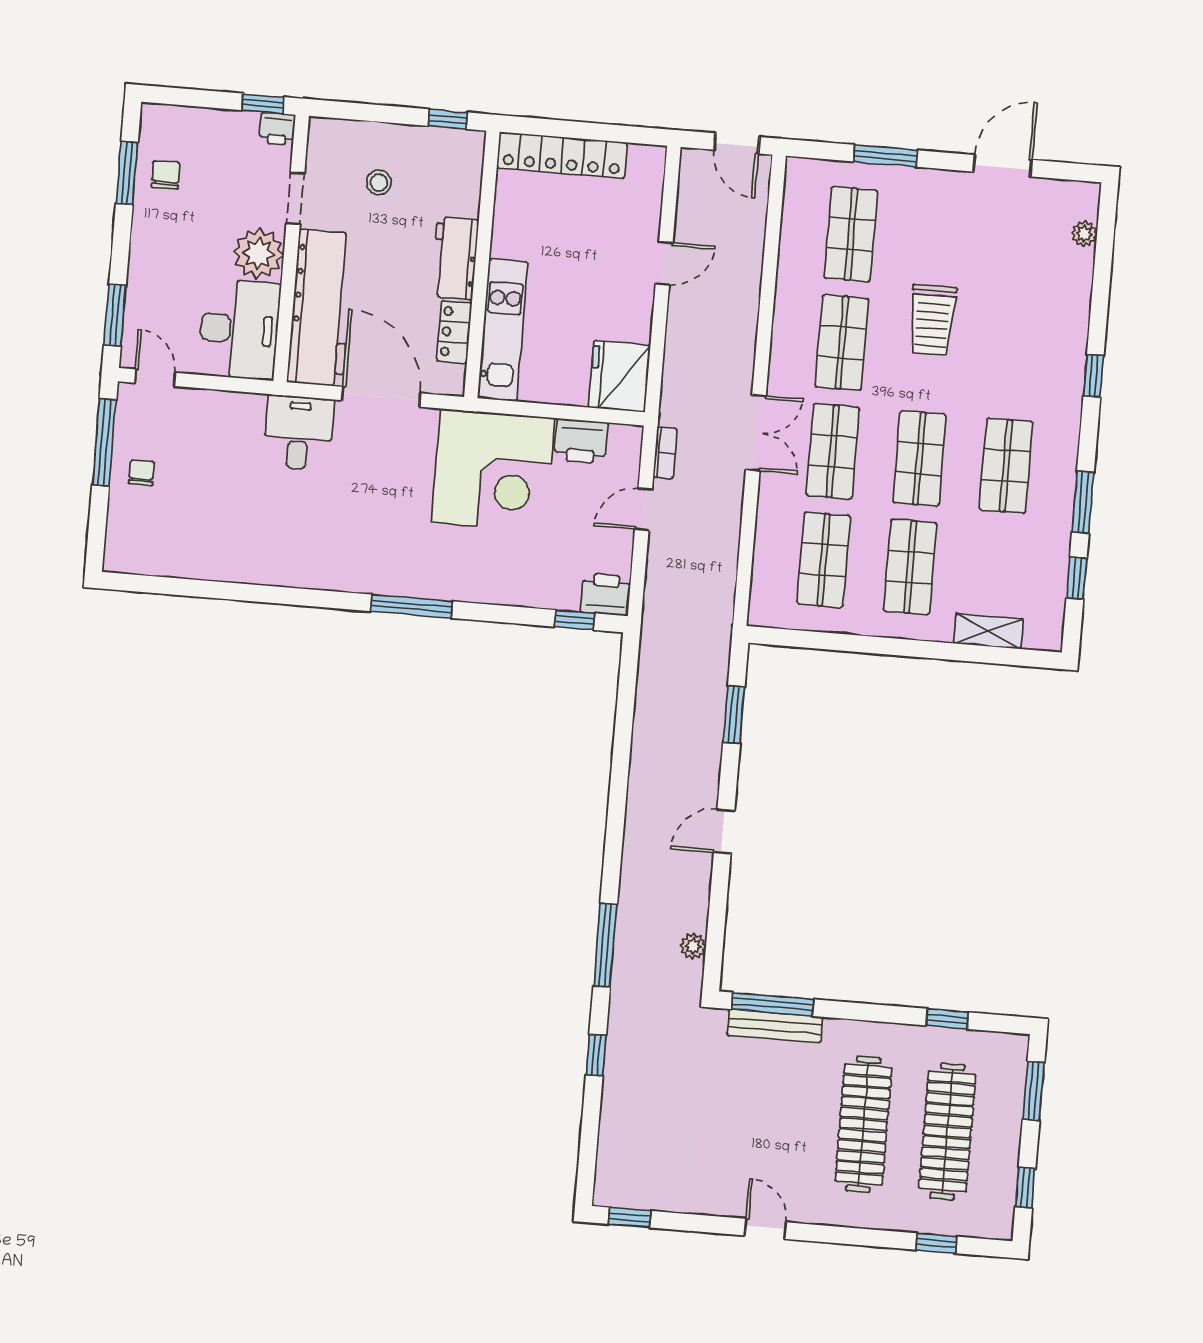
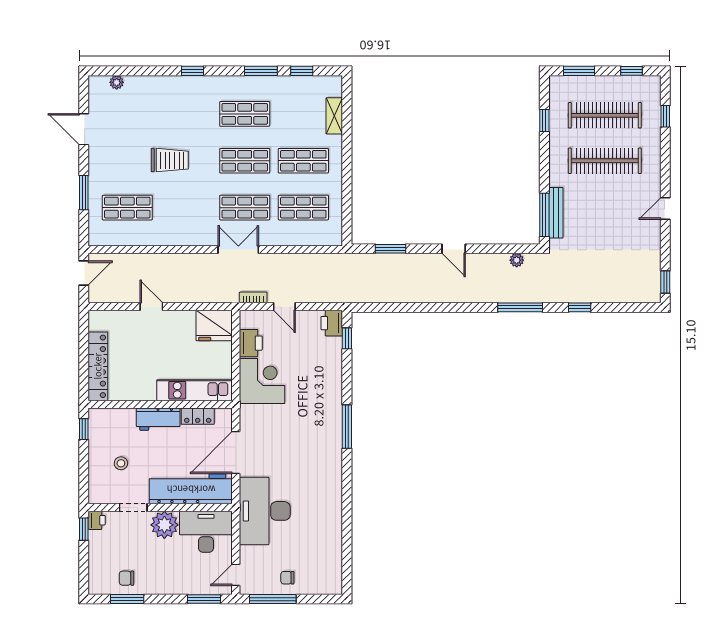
shop shelf: (842, 343) -> (186, 208), removed
desk: (299, 433) -> (265, 511), width x1.87, depth x1.30
corner desk: (493, 470) -> (262, 381), width x0.74, depth x0.74

